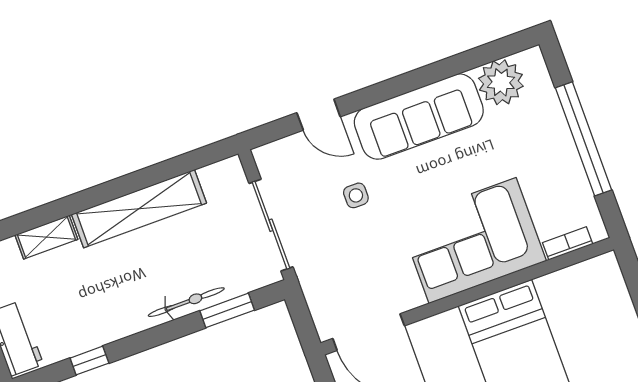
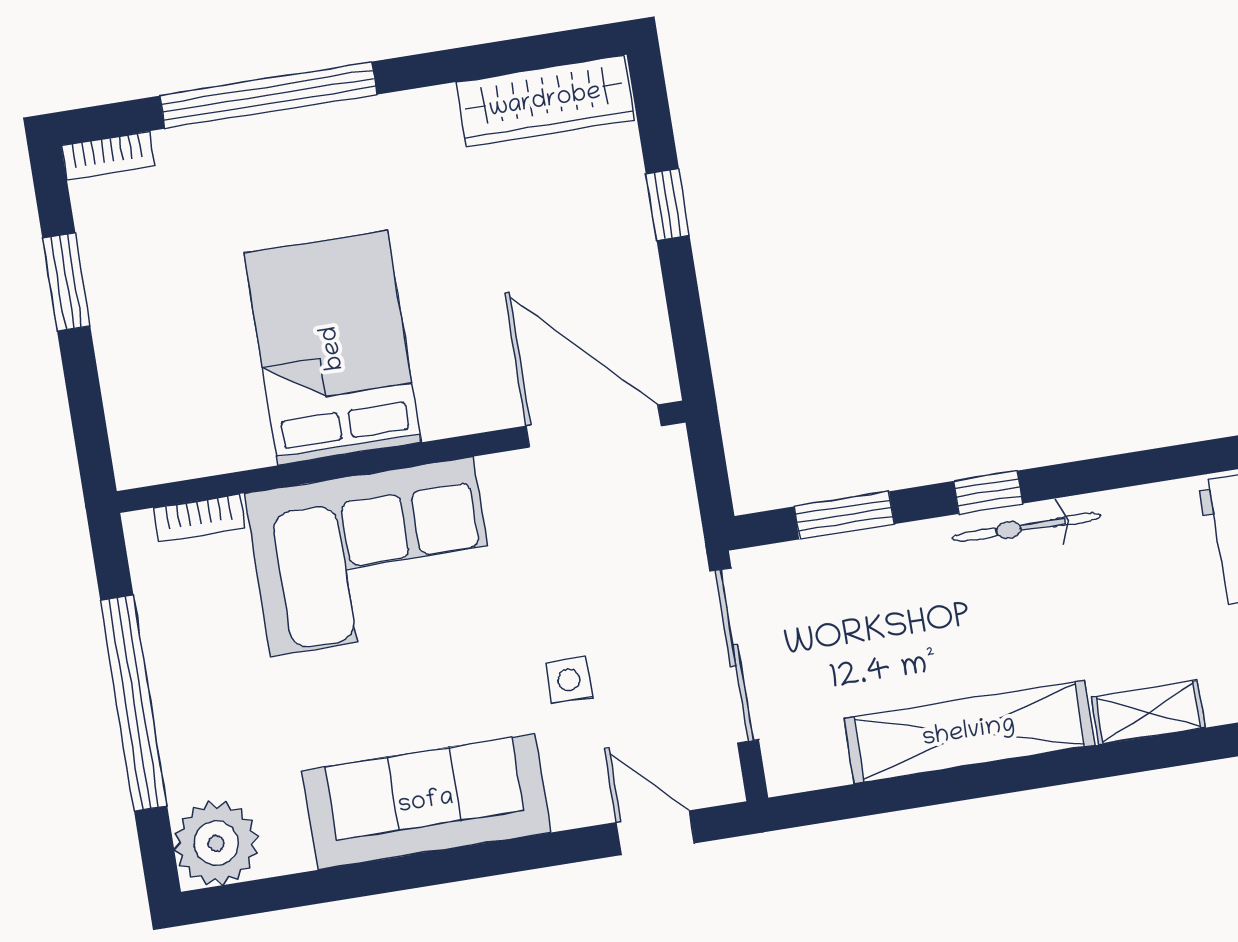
plant: (501, 82) -> (216, 843), moved
door: (319, 115) -> (655, 833), moved
bicycle: (186, 302) -> (1026, 527), moved
window: (89, 361) -> (988, 492), moved

